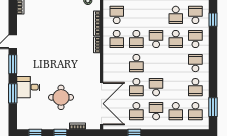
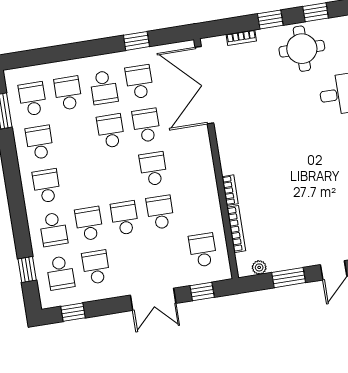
school desk: (117, 15) -> (203, 250), turned 180
school desk: (117, 39) -> (196, 207), removed
school desk: (156, 39) -> (125, 218), turned 180
school desk: (195, 63) -> (46, 186), turned 180
school desk: (156, 87) -> (111, 131), turned 180
round table: (61, 97) -> (302, 49), moved

